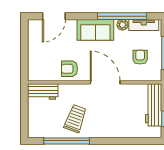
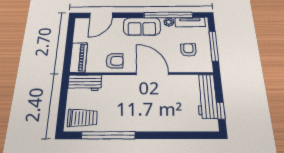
piano: (35, 65) -> (79, 57), added
armchair: (69, 69) -> (115, 61), turned 180
trolley: (75, 119) -> (82, 118), moved, turned 70

